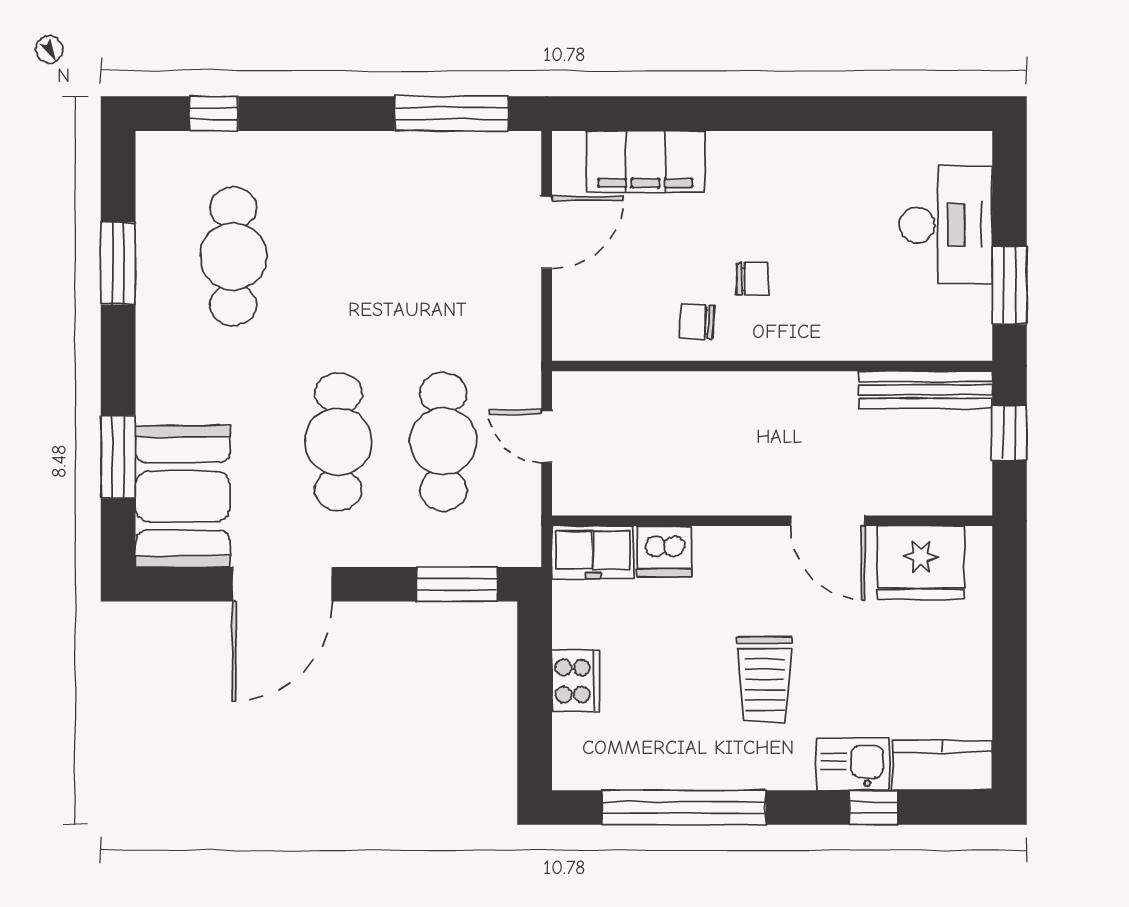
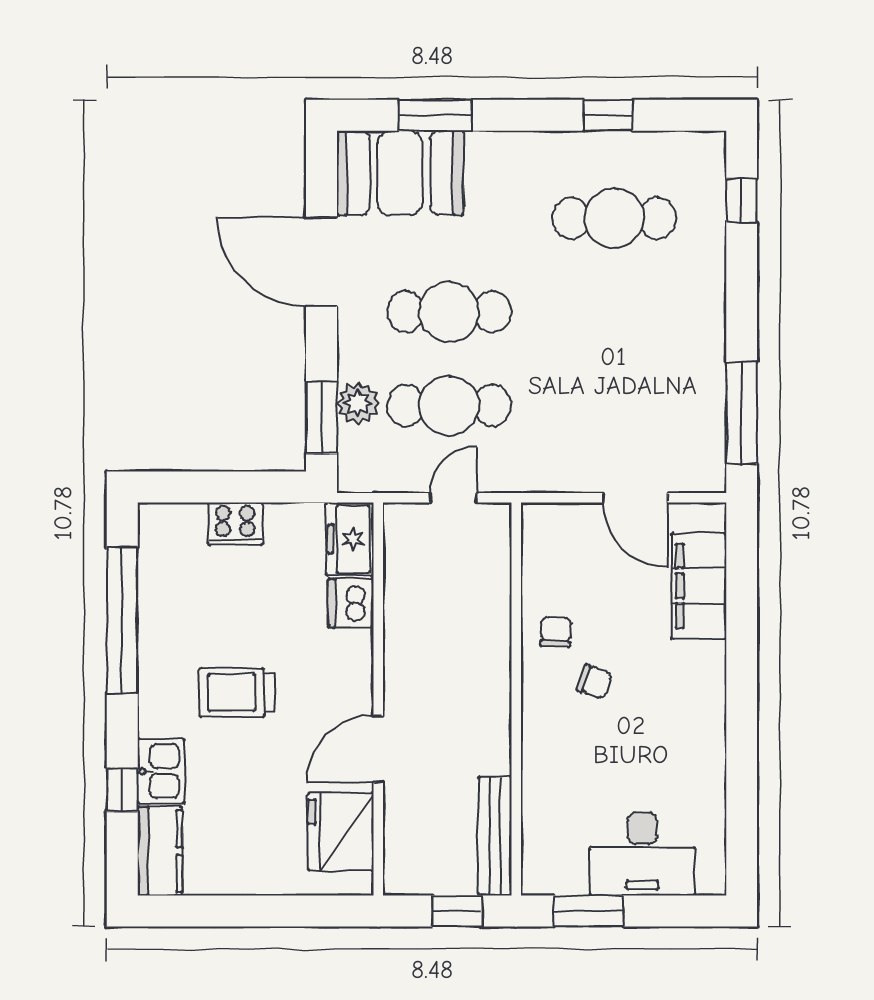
window: (118, 263) -> (608, 115), width x0.67
chair: (753, 279) -> (594, 682), turned -71
plant: (441, 543) -> (358, 403), added

